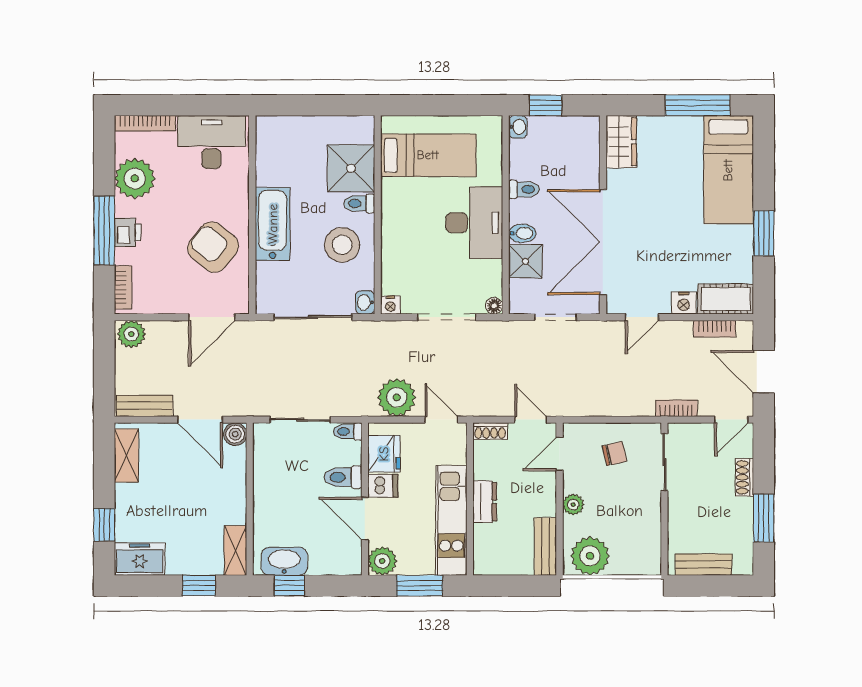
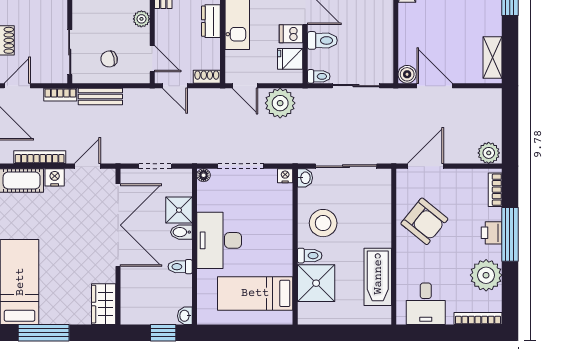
desk: (211, 142) -> (426, 304), width x0.73
bathtub: (273, 224) -> (378, 277), moved
bookcase: (714, 329) -> (40, 157), width x1.56
bench: (145, 406) -> (100, 96), moved
fridge: (384, 454) -> (290, 59), width x0.72
door: (559, 454) -> (152, 59), hinge flipped

